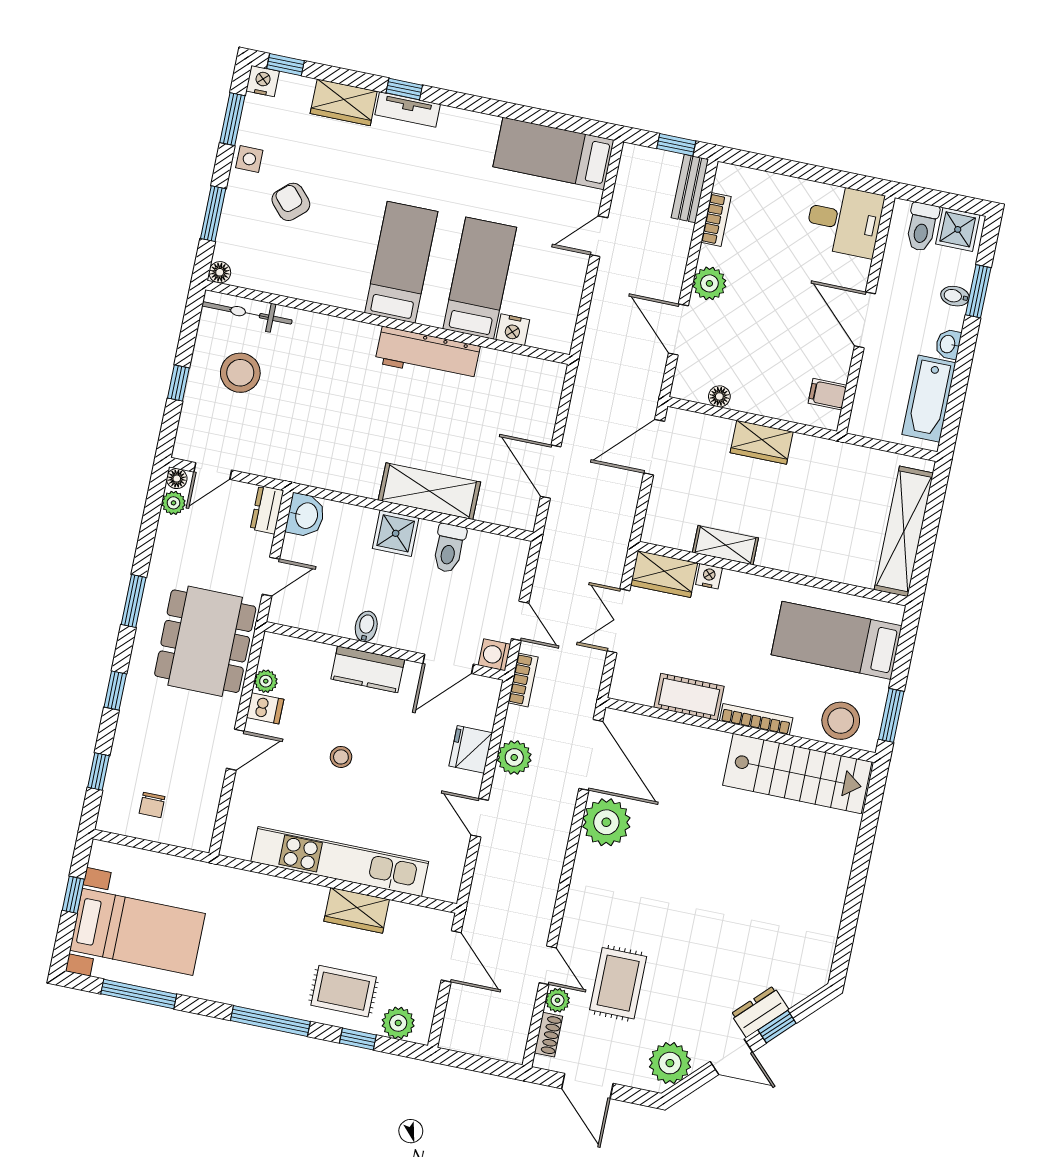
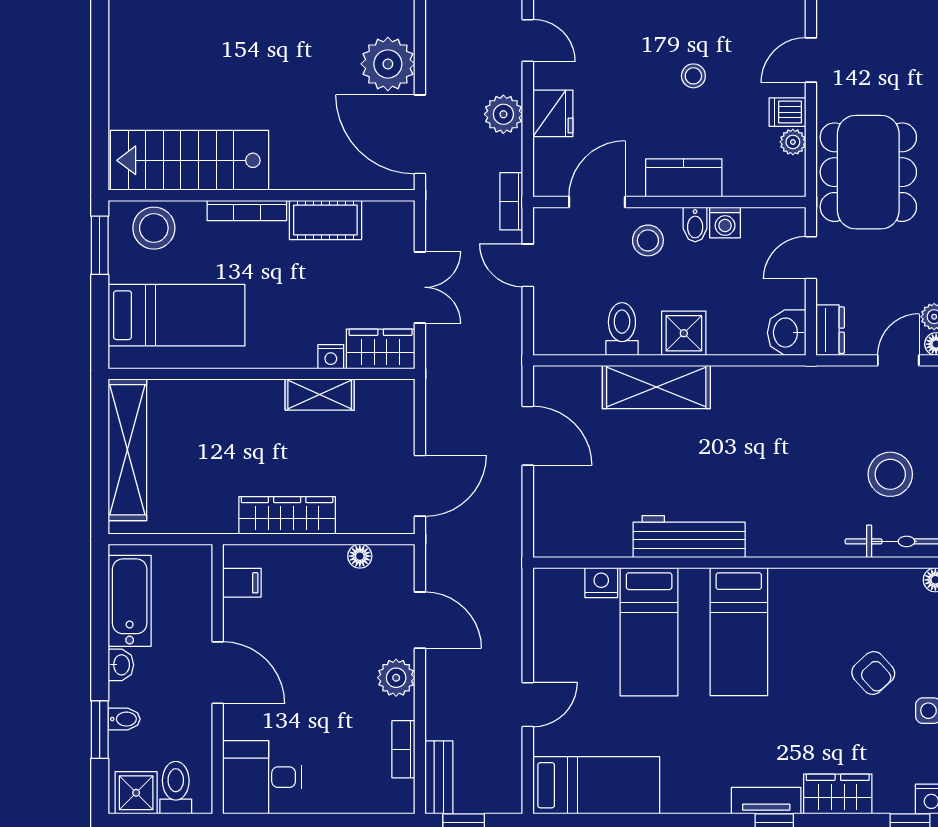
wardrobe: (762, 442) -> (287, 515), width x1.50
stool: (410, 621) -> (648, 240), added
washing machine: (494, 655) -> (725, 222), moved, turned 90

